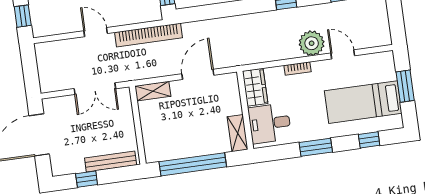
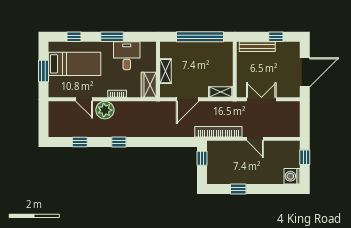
desk: (270, 123) -> (127, 56), moved, turned -90
shelving: (238, 133) -> (166, 71), moved

